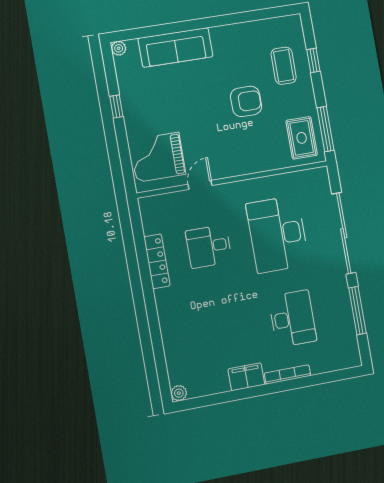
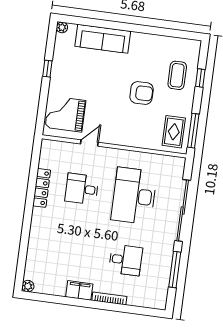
desk: (292, 319) -> (126, 260), width x0.73

